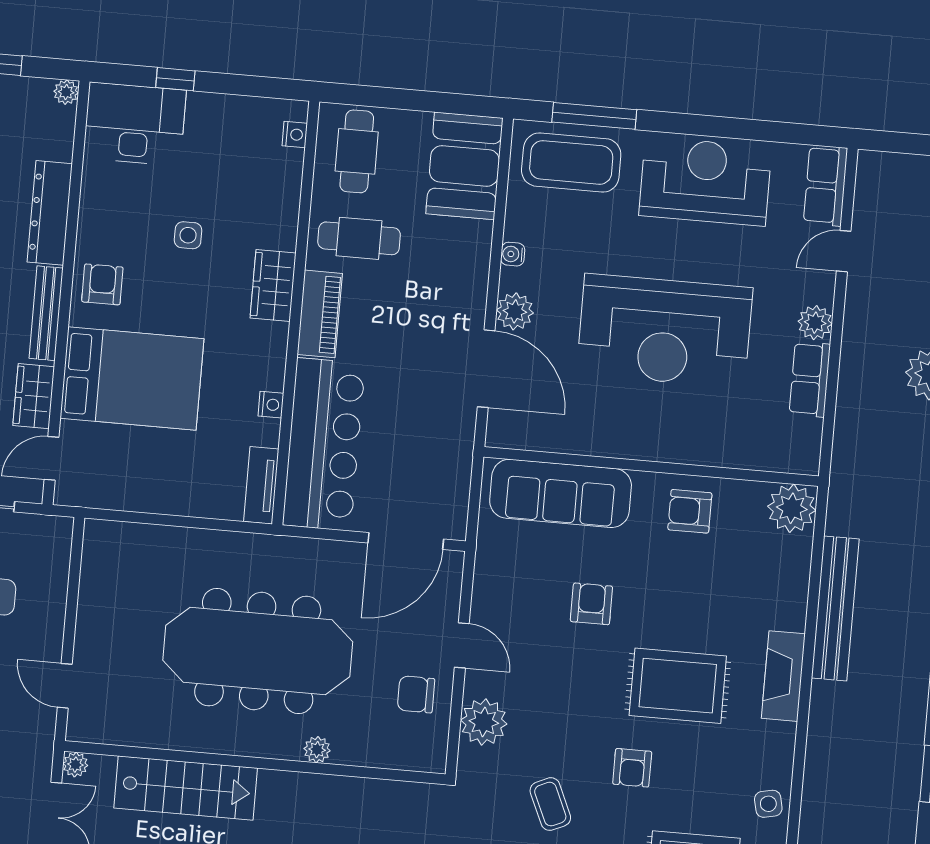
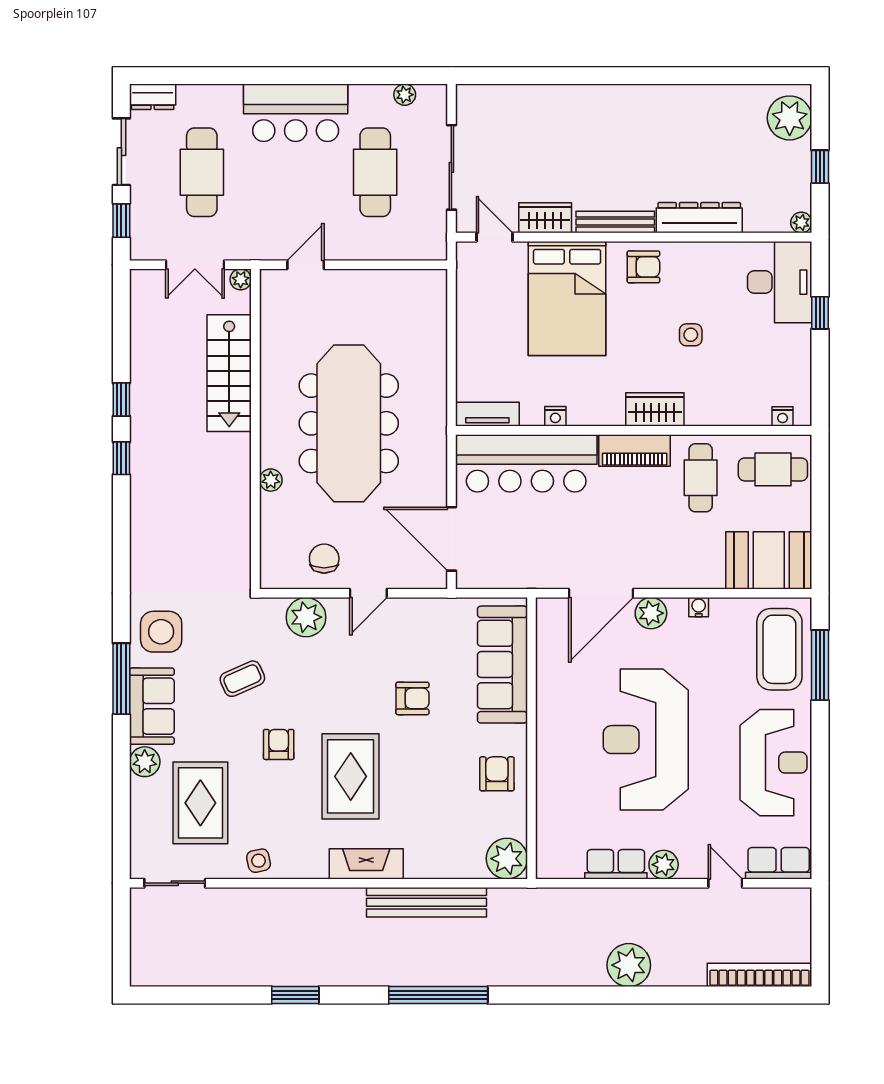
armchair: (632, 768) -> (279, 744), turned 90

